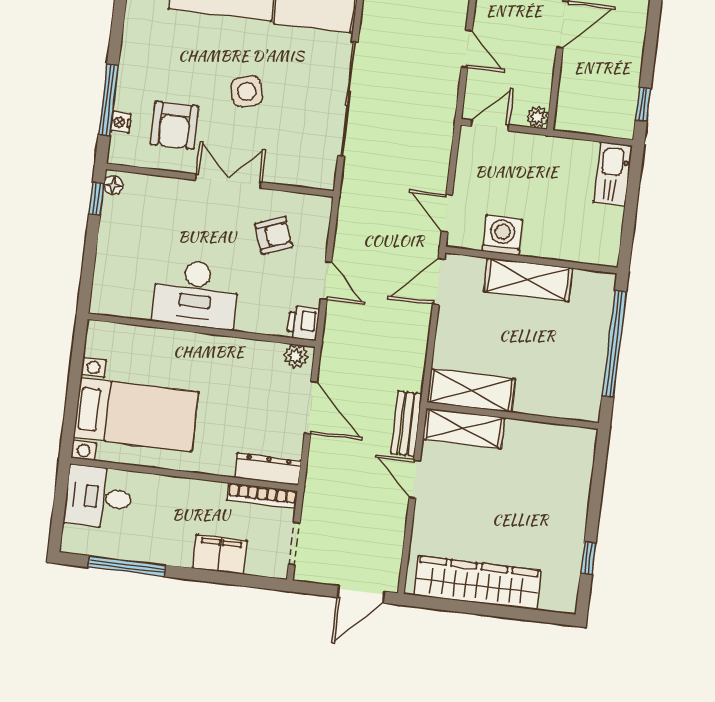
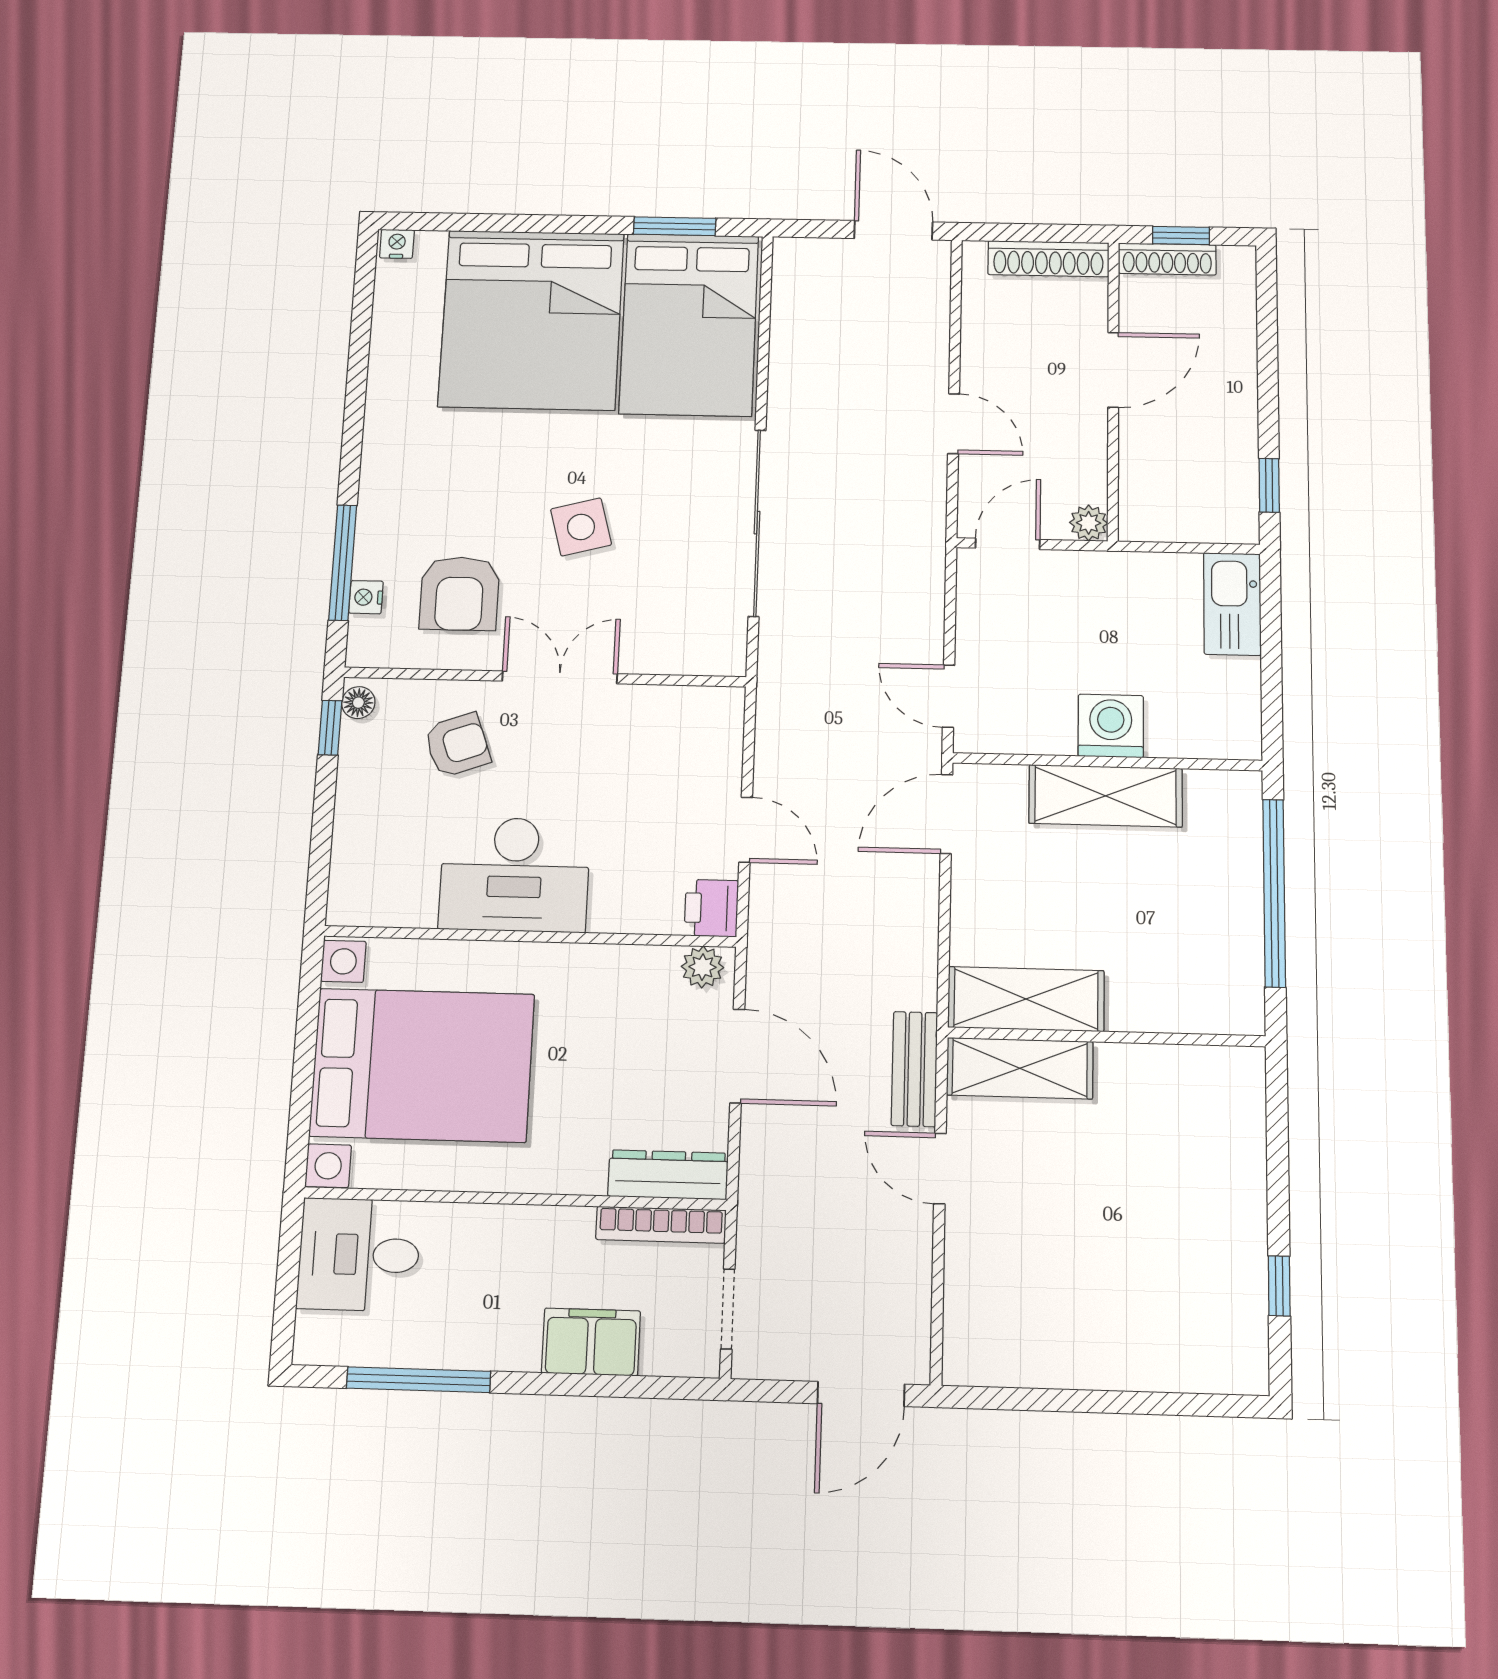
washing machine: (502, 235) -> (1111, 726), moved
armchair: (274, 236) -> (457, 745), moved
bed with nightstands: (136, 415) -> (422, 1065), width x1.36
wardrobe: (477, 583) -> (1077, 1352), removed

